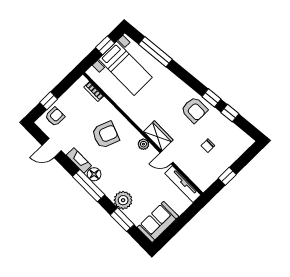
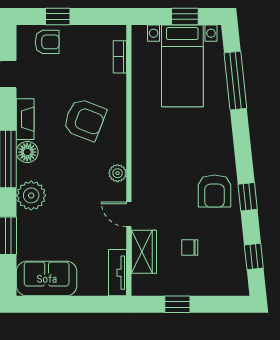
window: (230, 113) -> (254, 257), moved
wardrobe: (158, 136) -> (144, 252), moved
tv unit: (183, 184) -> (118, 273), width x0.71
plant: (123, 200) -> (31, 195), moved

